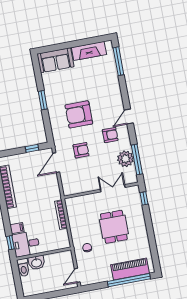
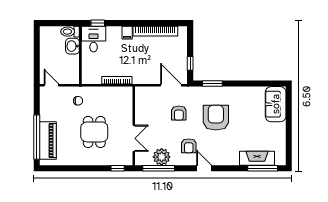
fireplace: (89, 51) -> (257, 158), moved, turned 90
window: (43, 100) -> (212, 84), moved
dining table: (114, 227) -> (94, 132), turned 90
filing cabinet: (17, 228) -> (127, 33), moved

